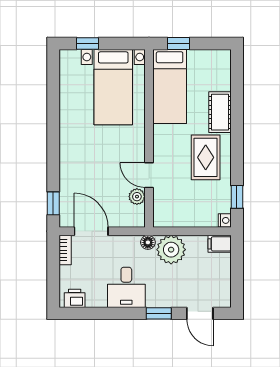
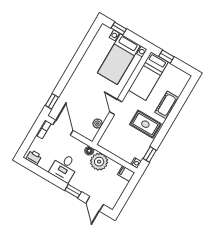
rug: (206, 157) -> (145, 124), turned 90
door: (149, 175) -> (116, 107), moved

